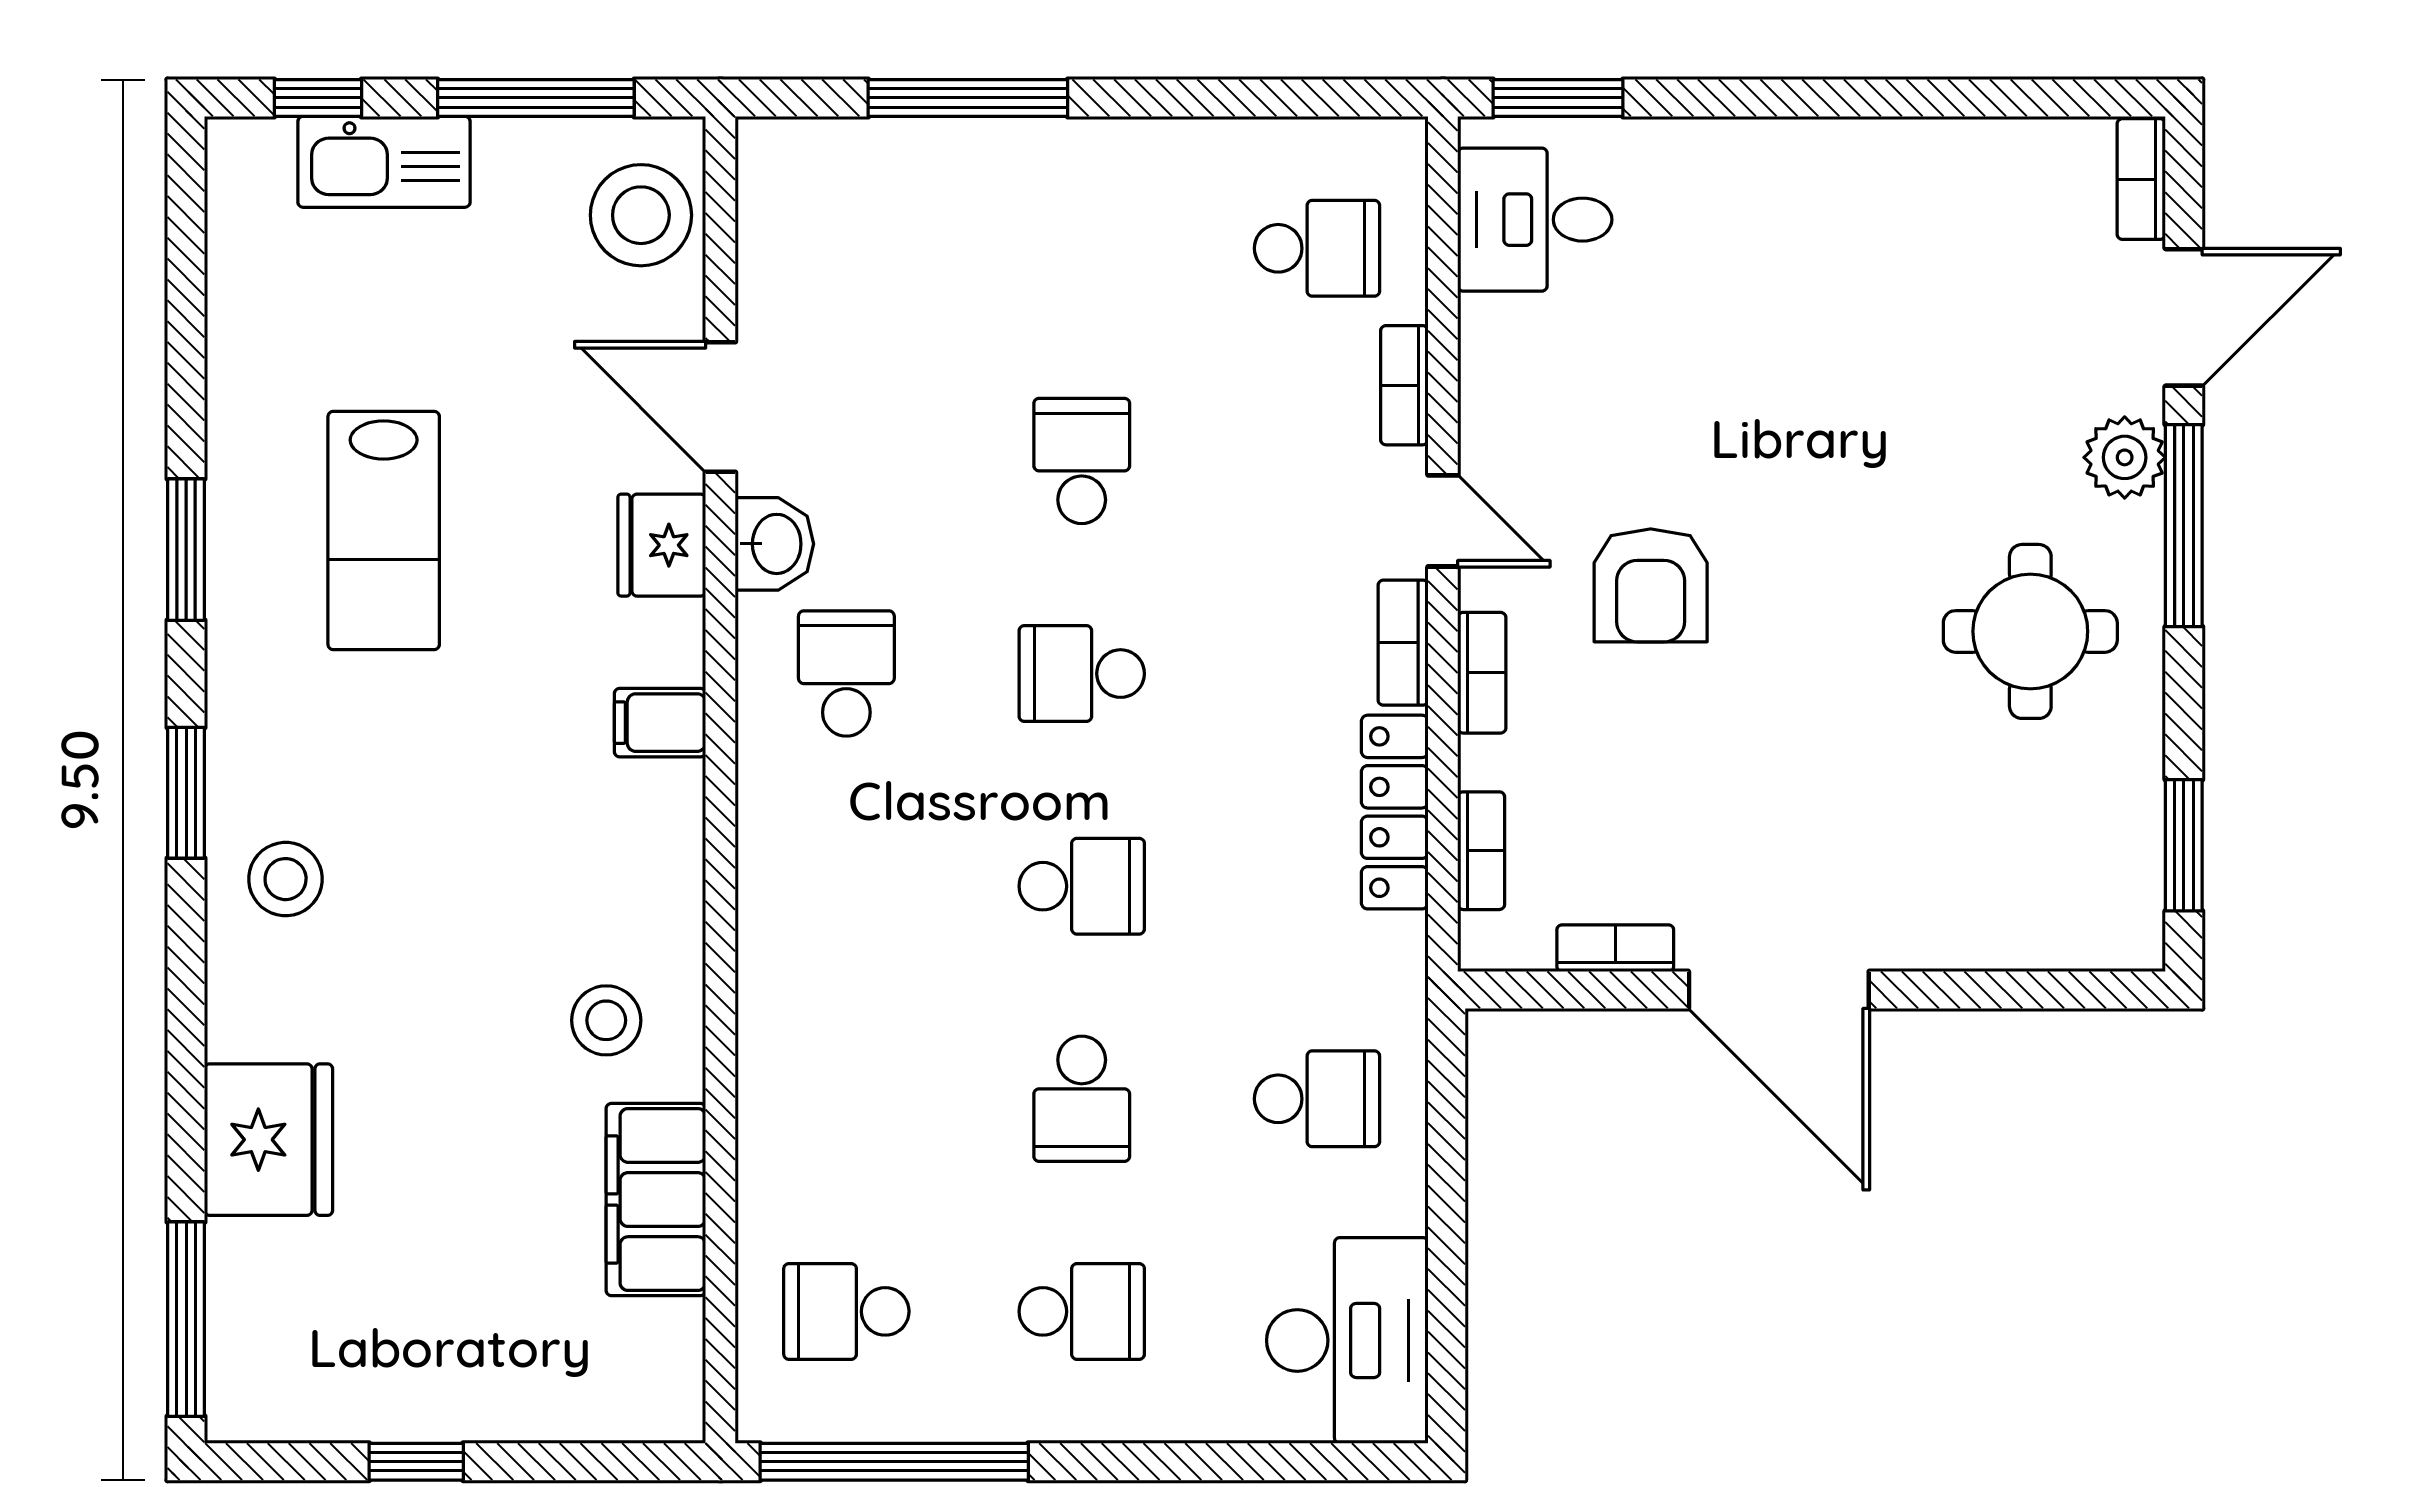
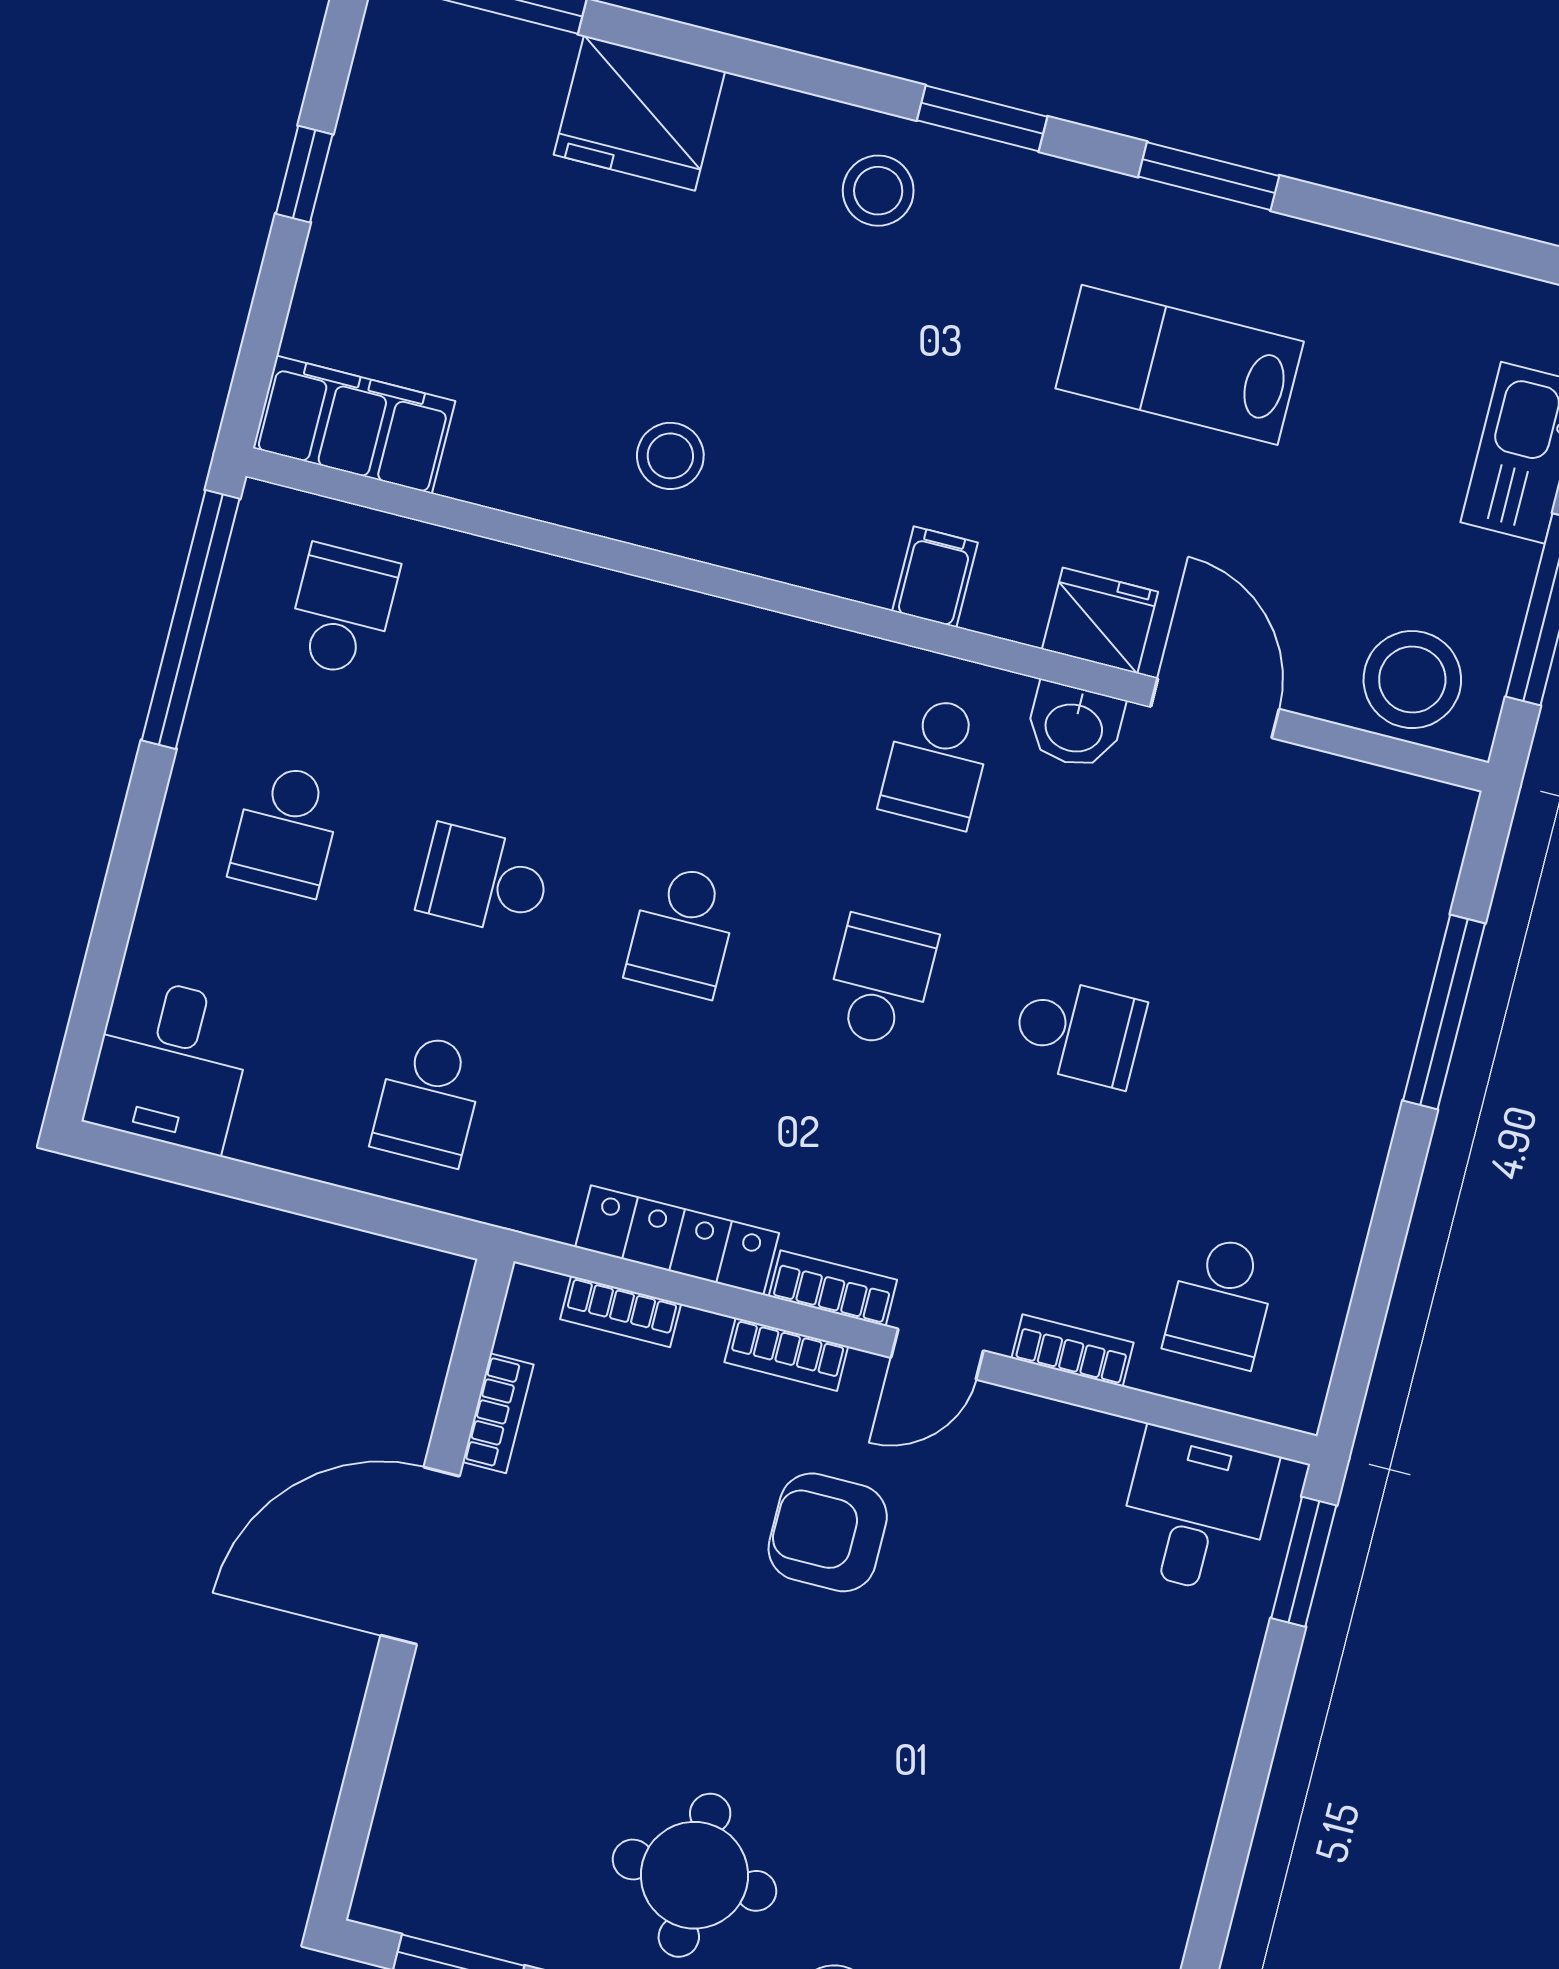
door: (720, 407) -> (1215, 708), hinge flipped
school desk: (846, 674) -> (936, 762), turned 90
filing cabinet: (656, 1200) -> (354, 425), moved
desk: (1347, 1340) -> (170, 1064), width x0.73

